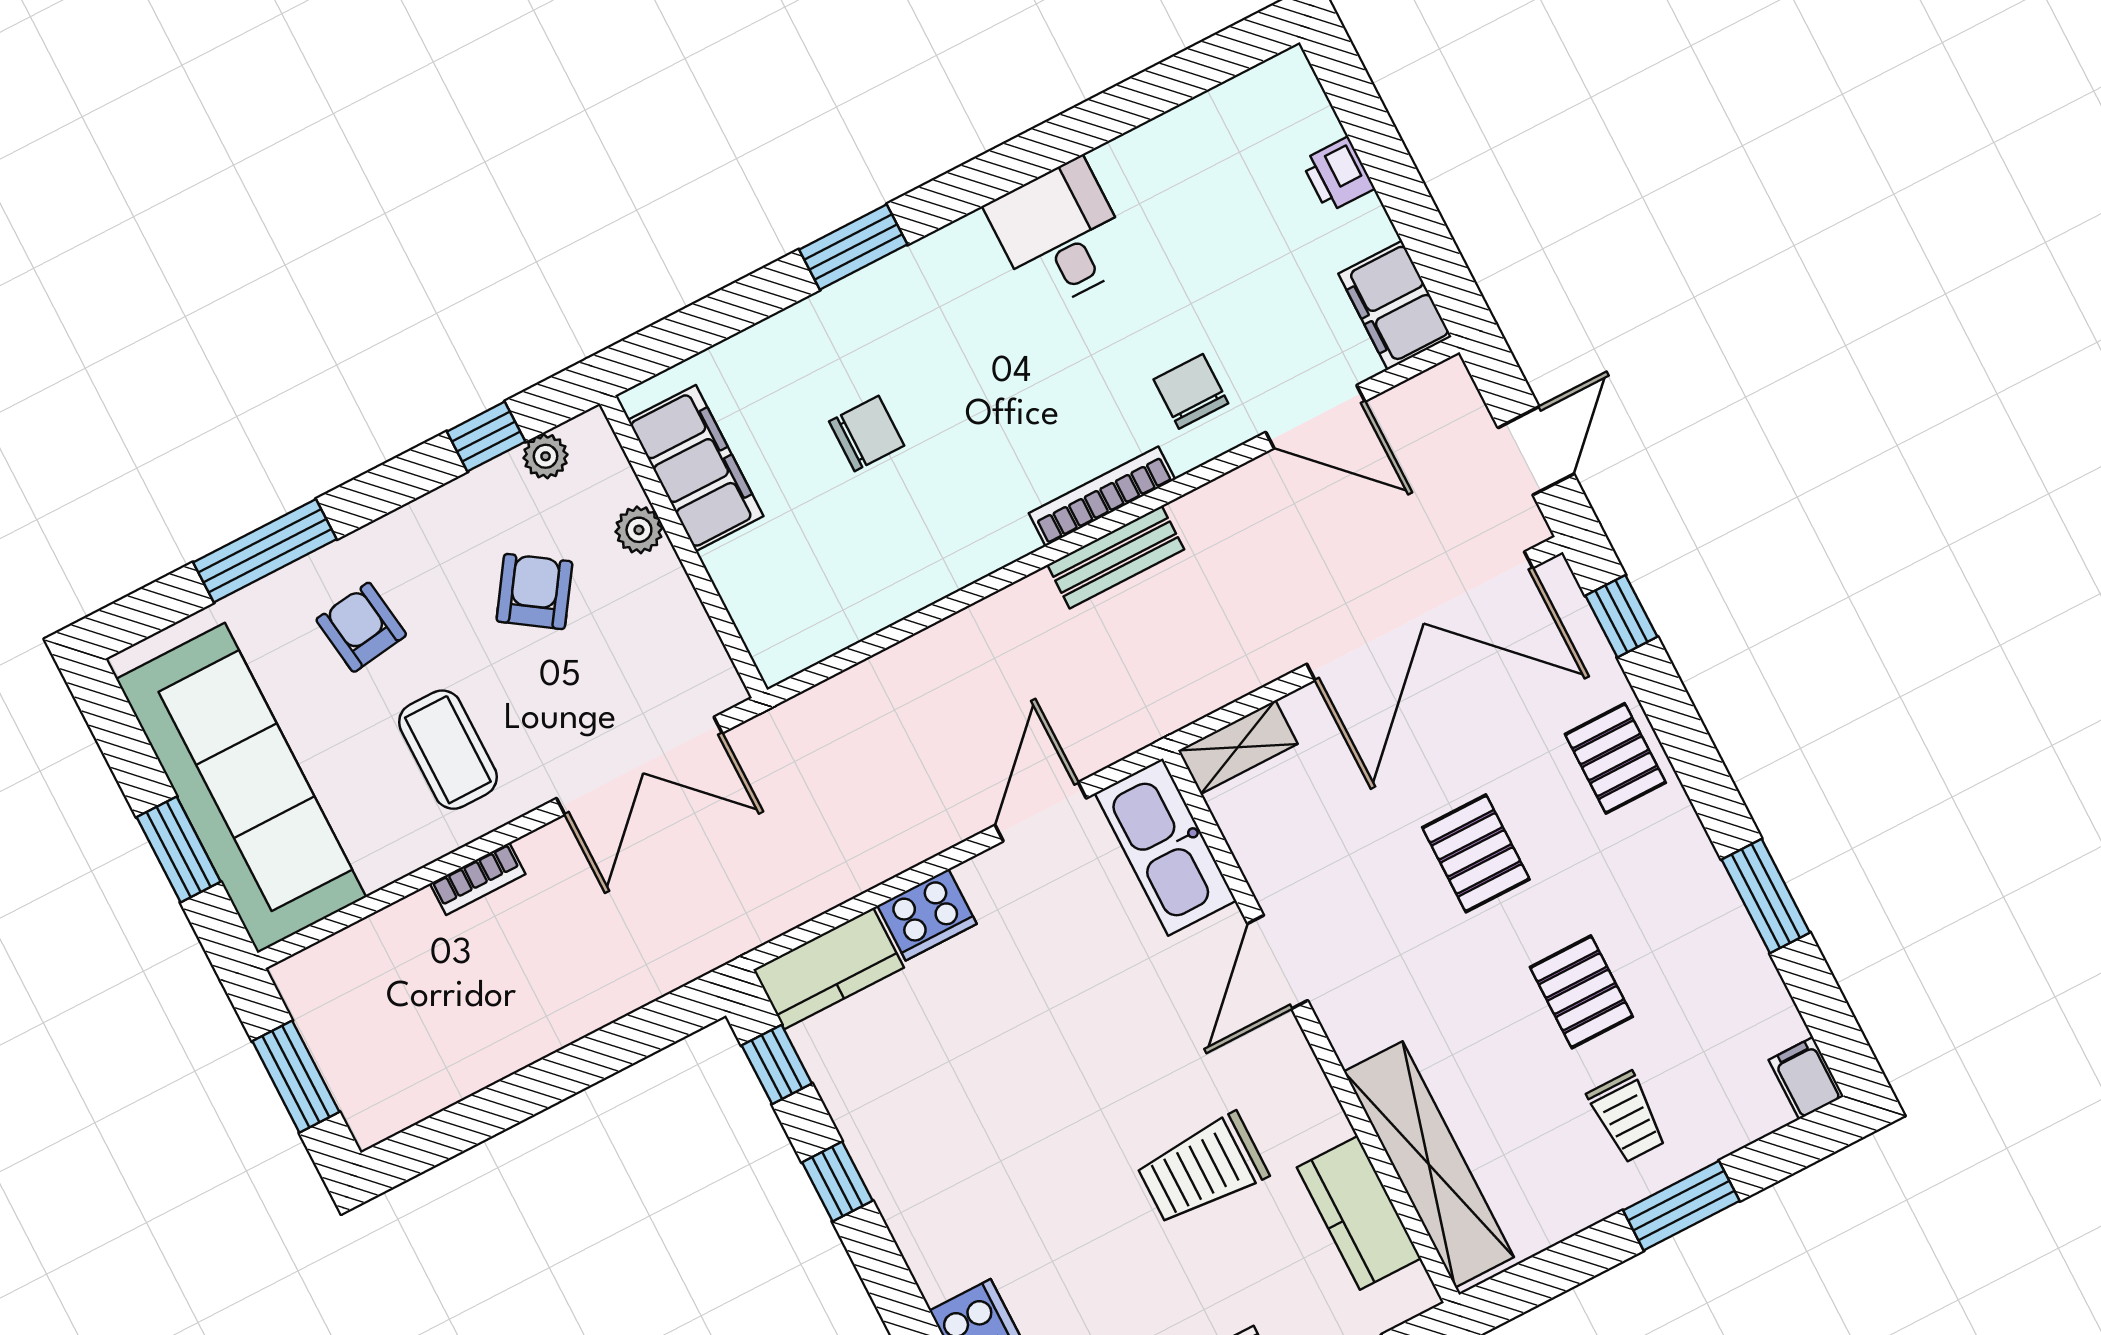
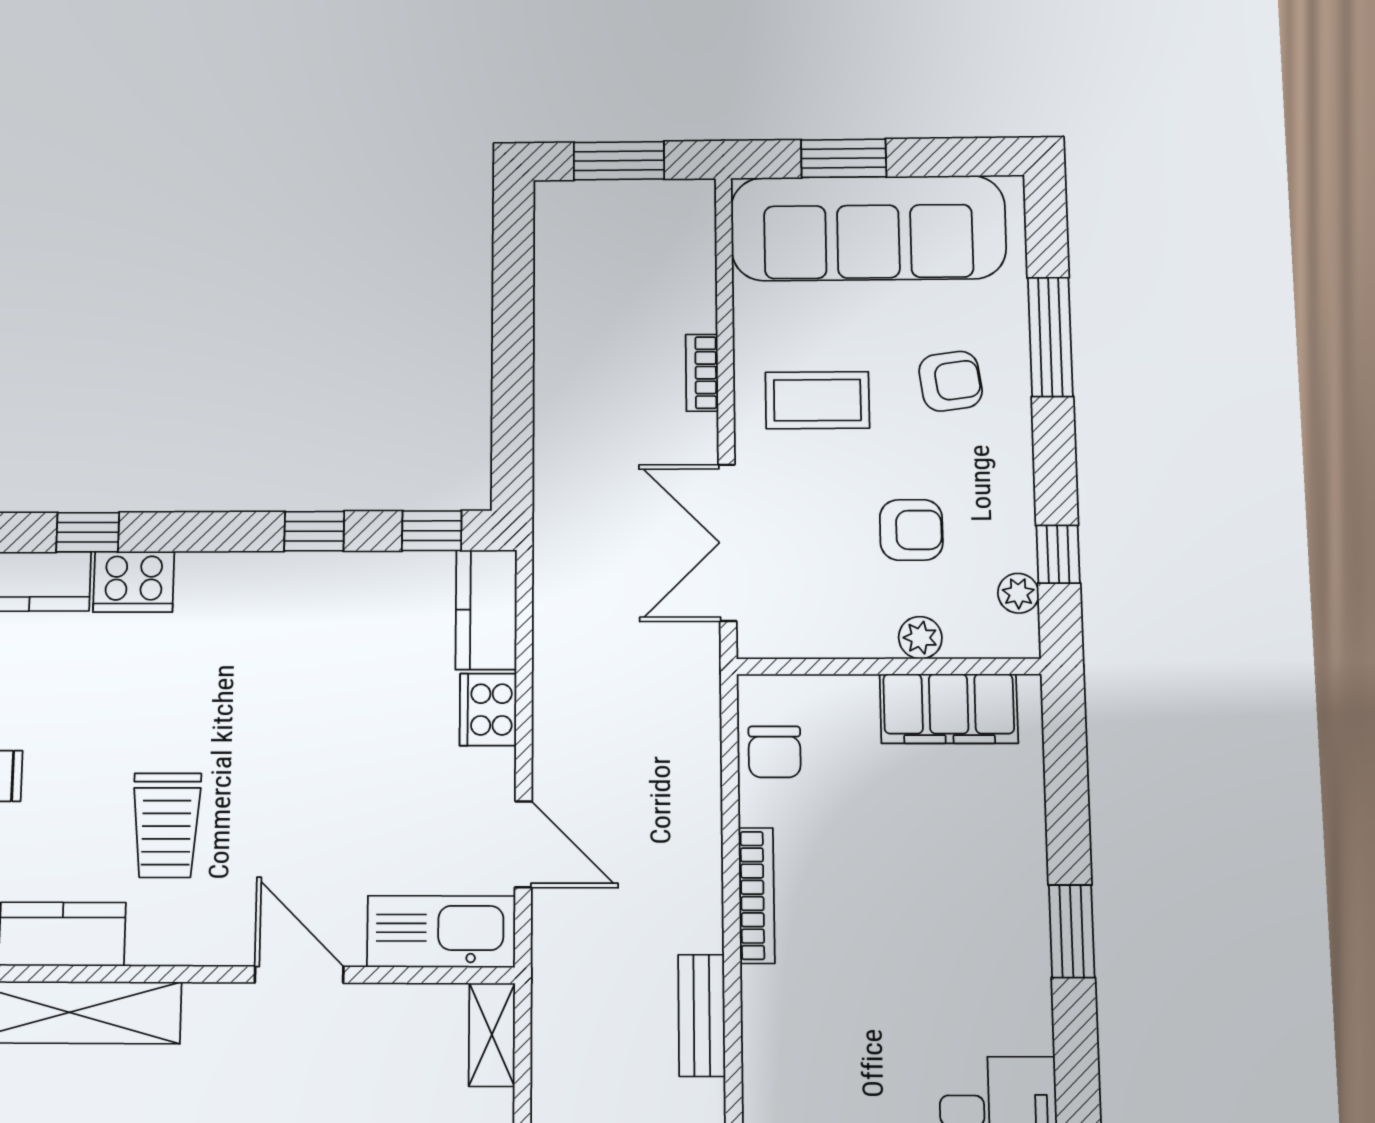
chair: (867, 433) -> (775, 752), moved
bookcase: (1102, 496) -> (757, 895), moved
armchair: (534, 591) -> (911, 530), turned -34
trolley: (1202, 1169) -> (166, 825), turned 180

